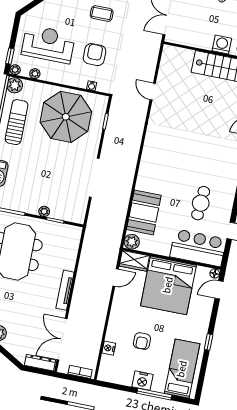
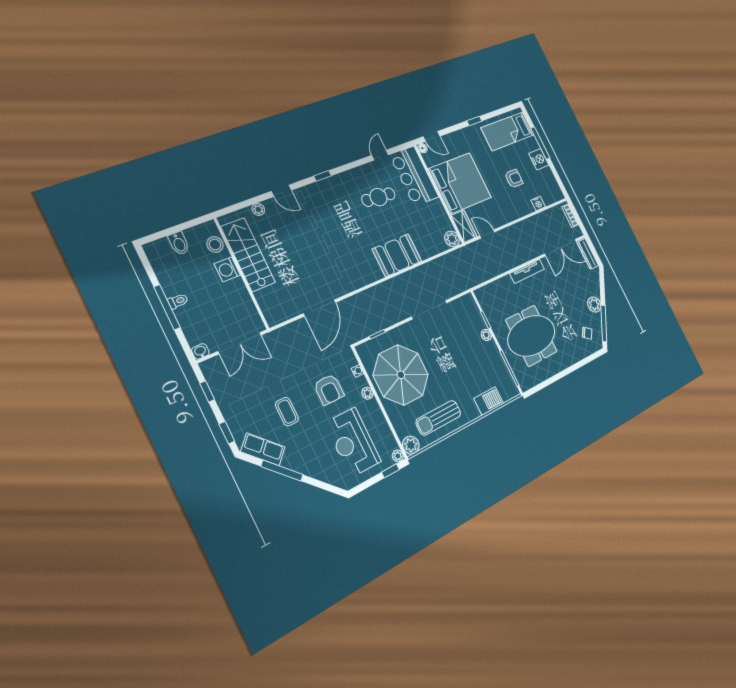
armchair: (95, 55) -> (329, 389), turned -90
plant: (35, 74) -> (367, 393), moved
door: (153, 92) -> (320, 308), width x1.87
booth: (144, 212) -> (397, 255), moved

